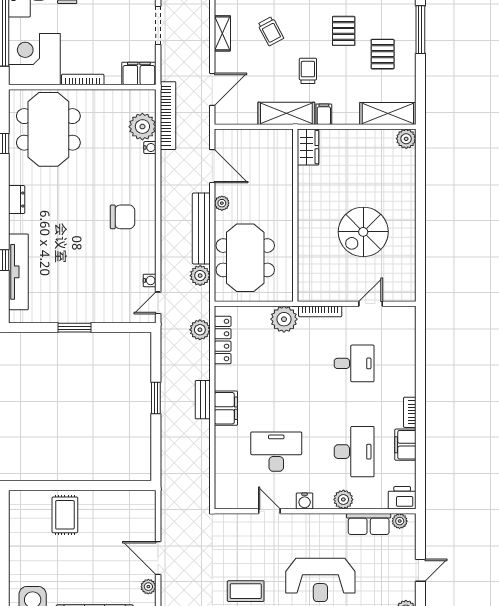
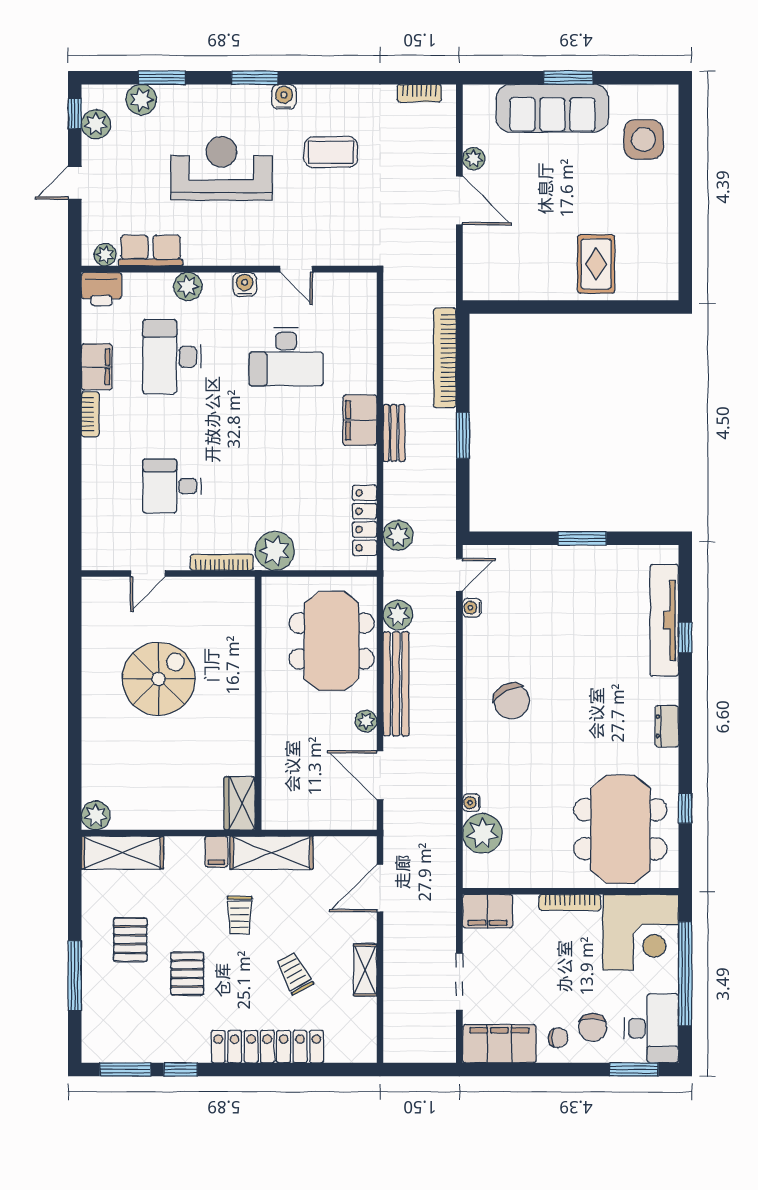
bookcase: (168, 116) -> (445, 358), moved
chair: (122, 217) -> (512, 701), turned -117

